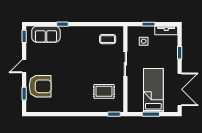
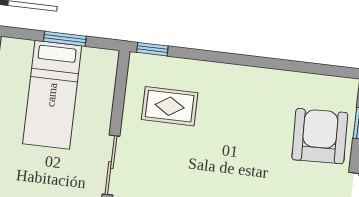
armchair: (40, 86) -> (320, 136), turned 88

